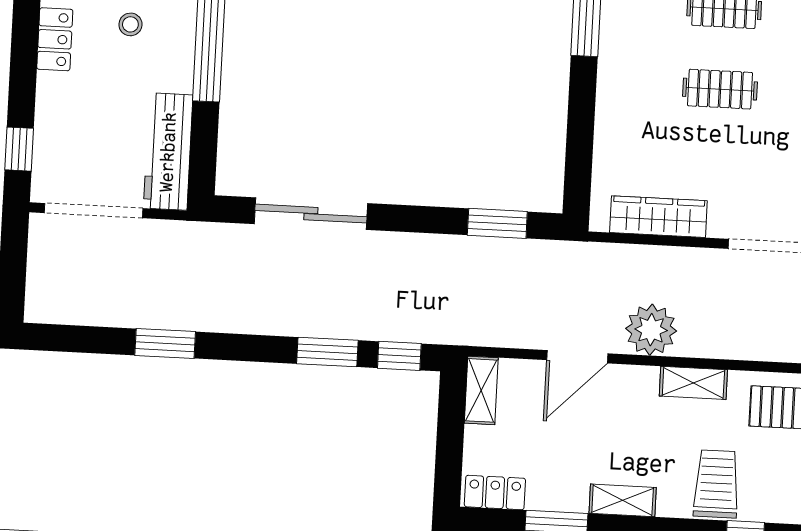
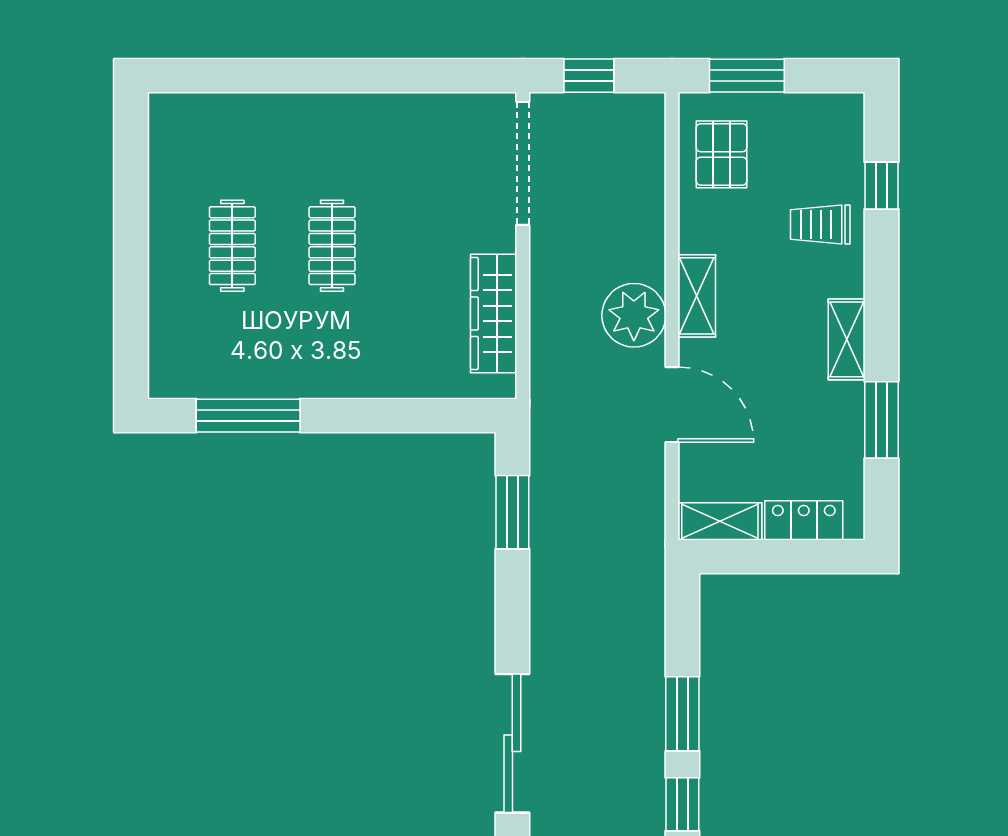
window: (399, 356) -> (682, 804), moved
shelving: (693, 383) -> (697, 296), moved
trolley: (716, 484) -> (820, 224), width x0.73, depth x0.72
locker: (495, 492) -> (804, 520), moved, turned 90

